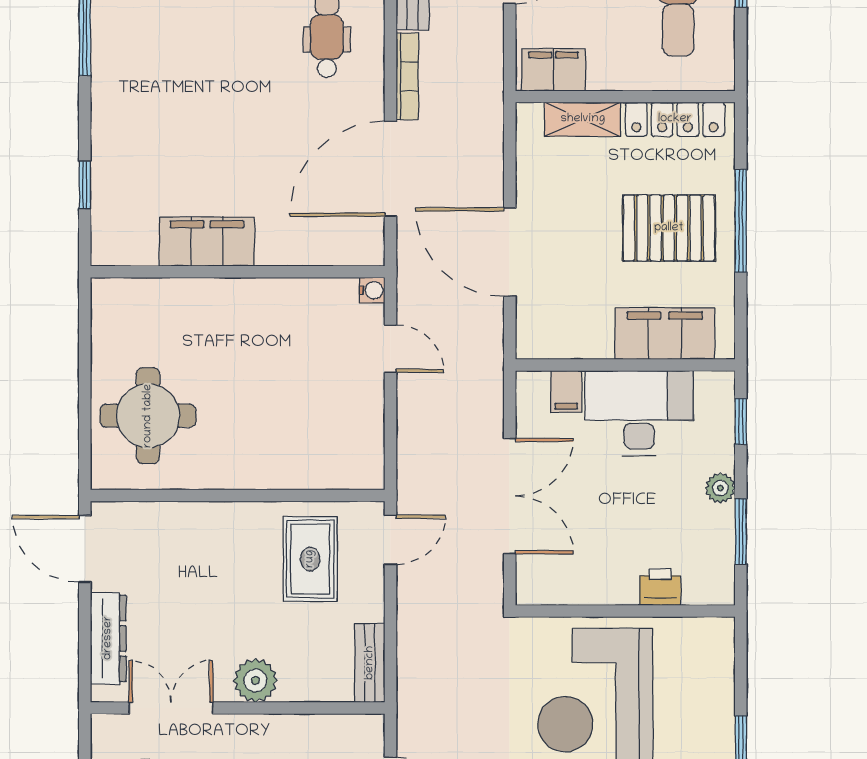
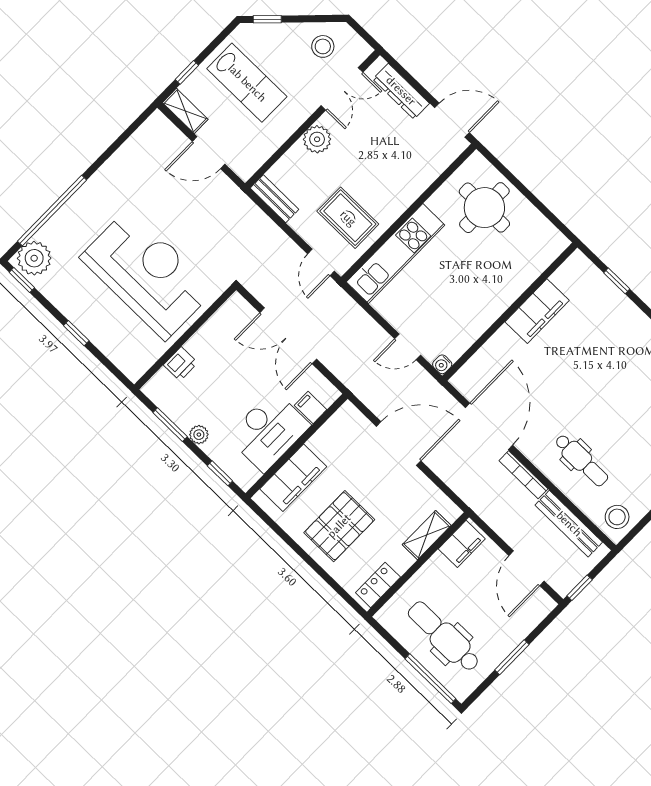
locker: (675, 119) -> (378, 585), width x0.66
window: (741, 221) -> (311, 562), removed
kitchen unit: (298, 465) -> (396, 254), added

